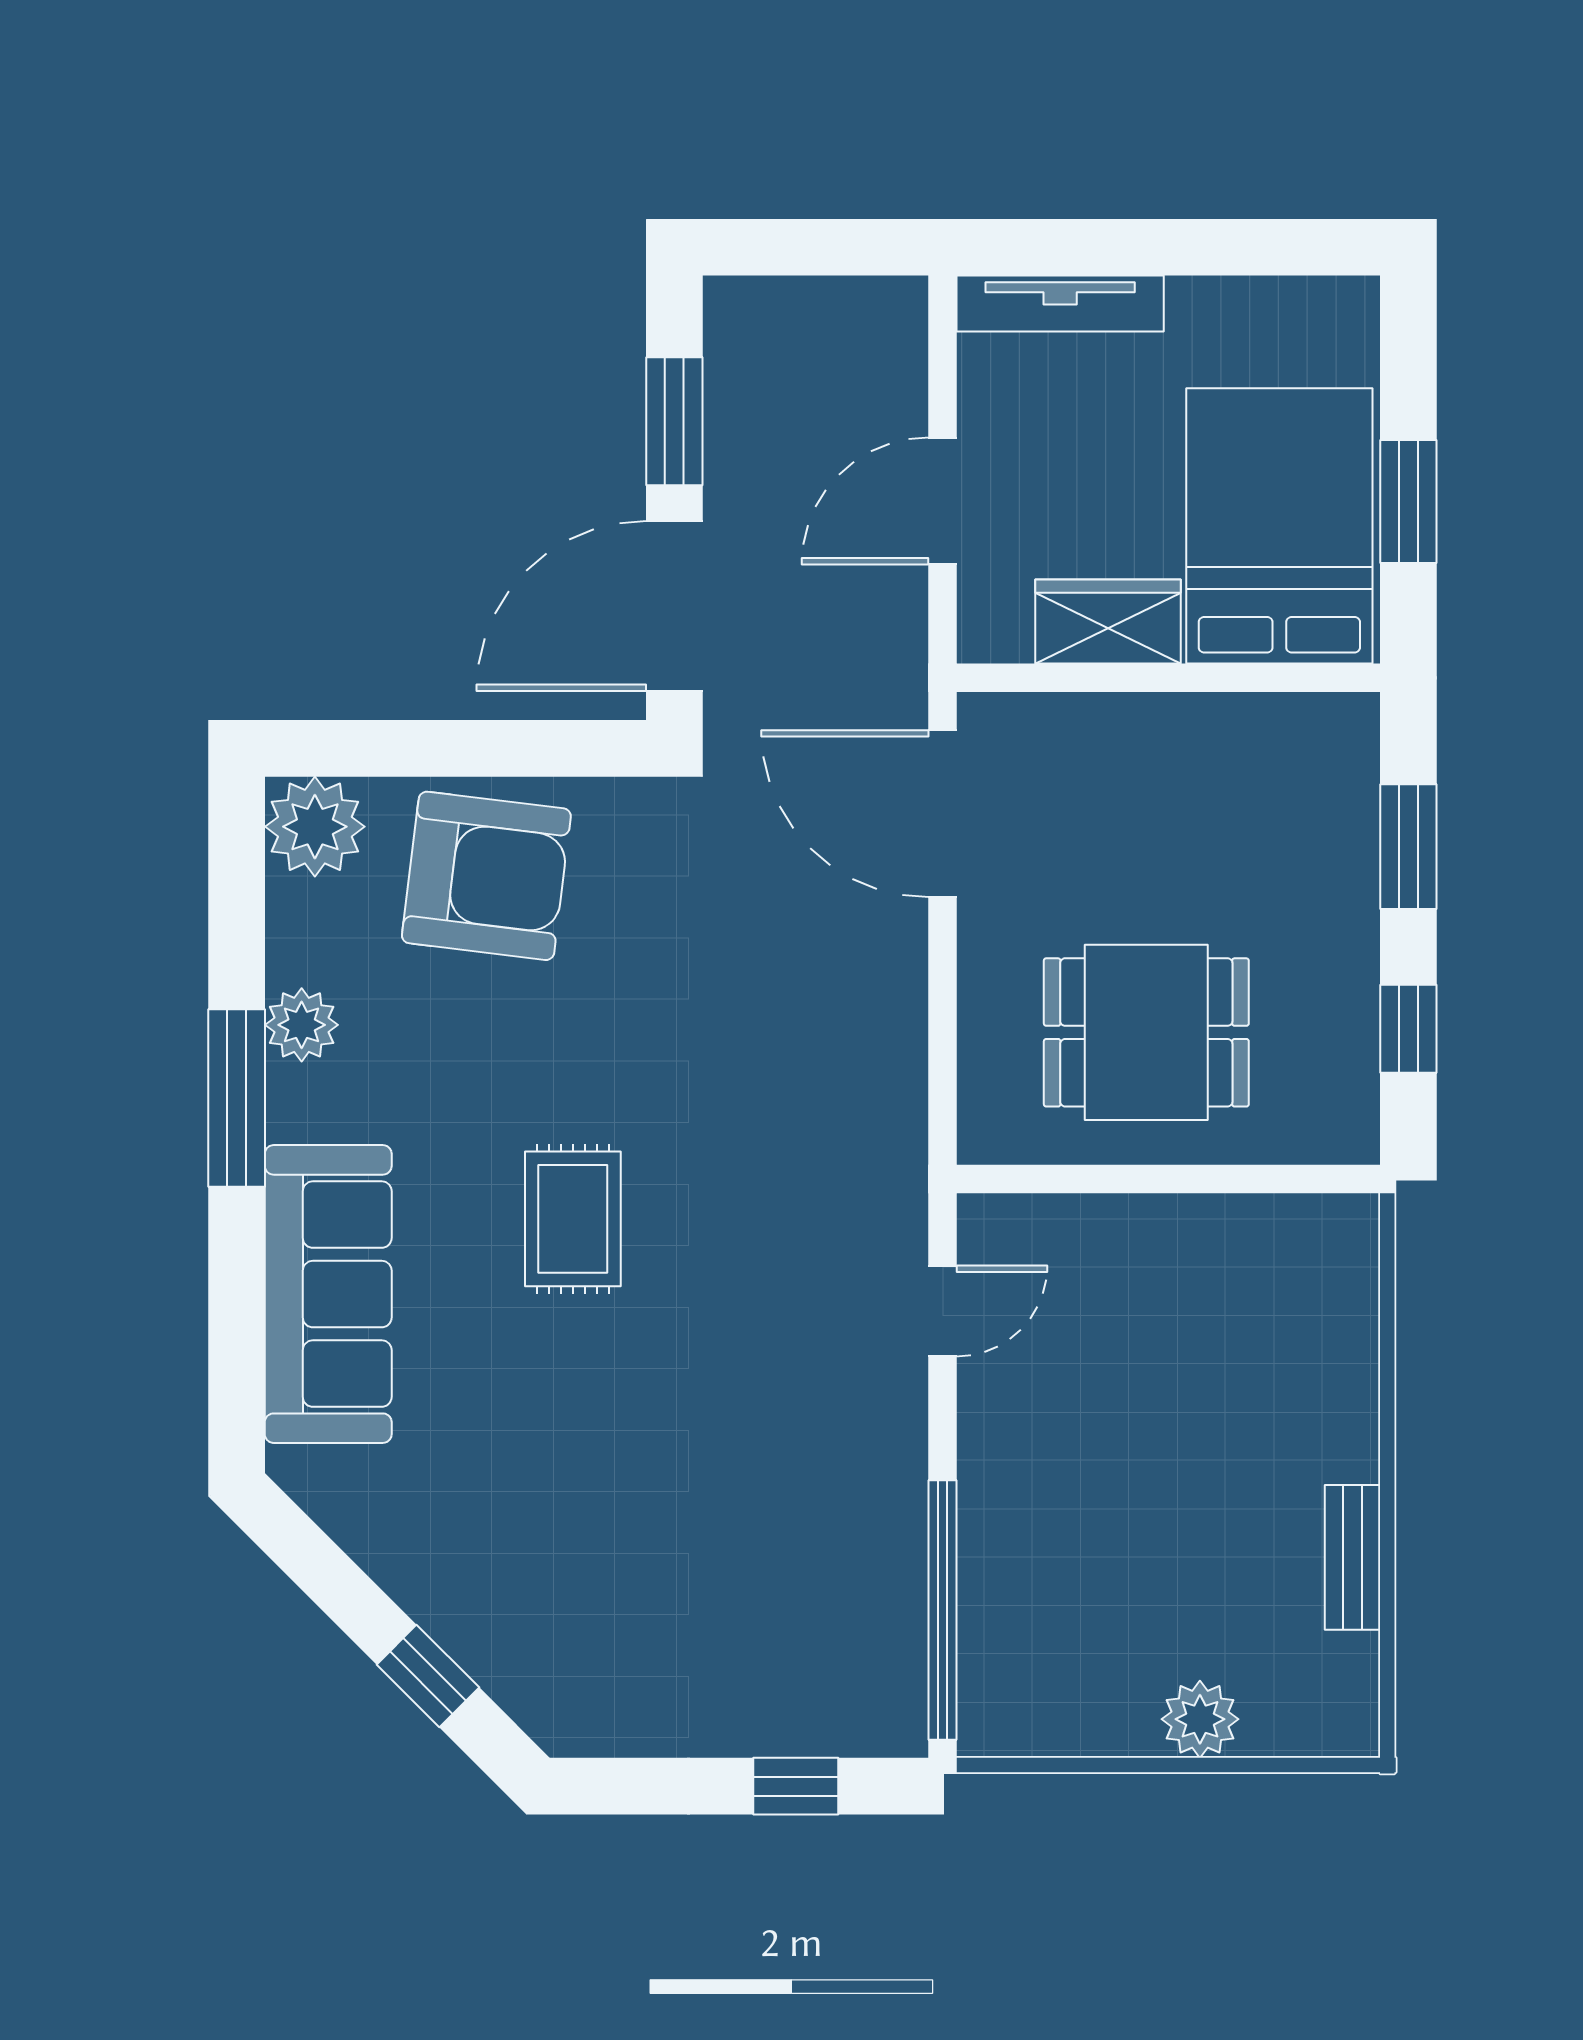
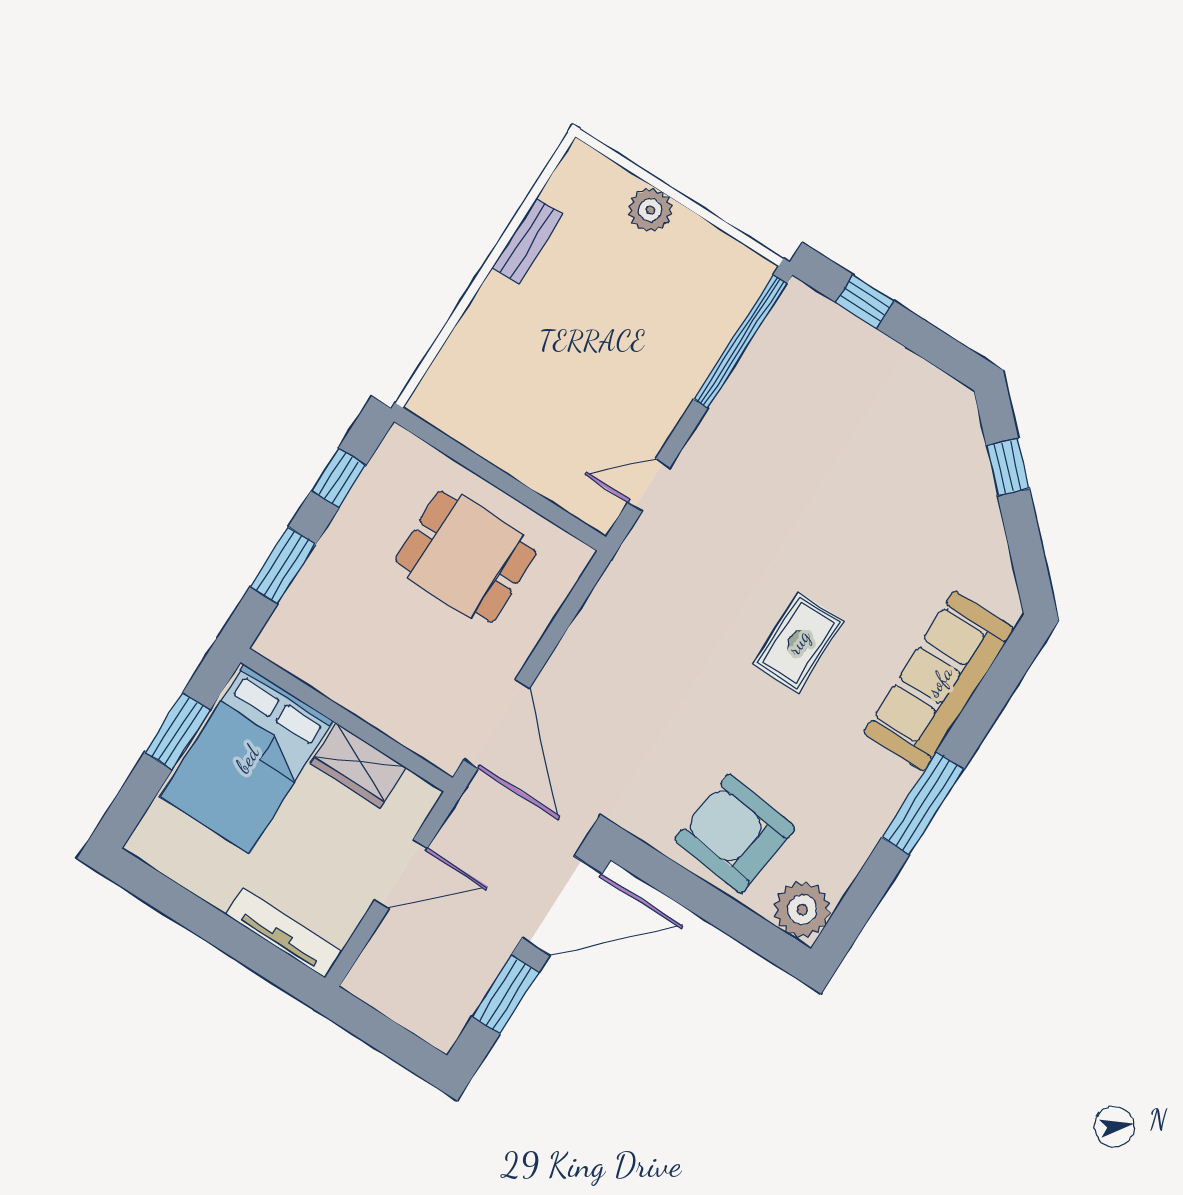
plant: (302, 1025) -> (869, 819), removed

